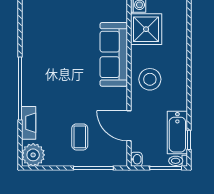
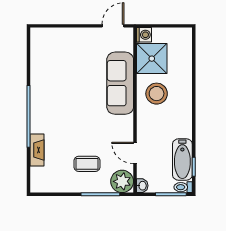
stool: (150, 79) -> (157, 94), moved
door: (129, 126) -> (135, 153), width x0.73
coffee table: (80, 137) -> (87, 164), turned 90
plant: (33, 155) -> (122, 181), moved

